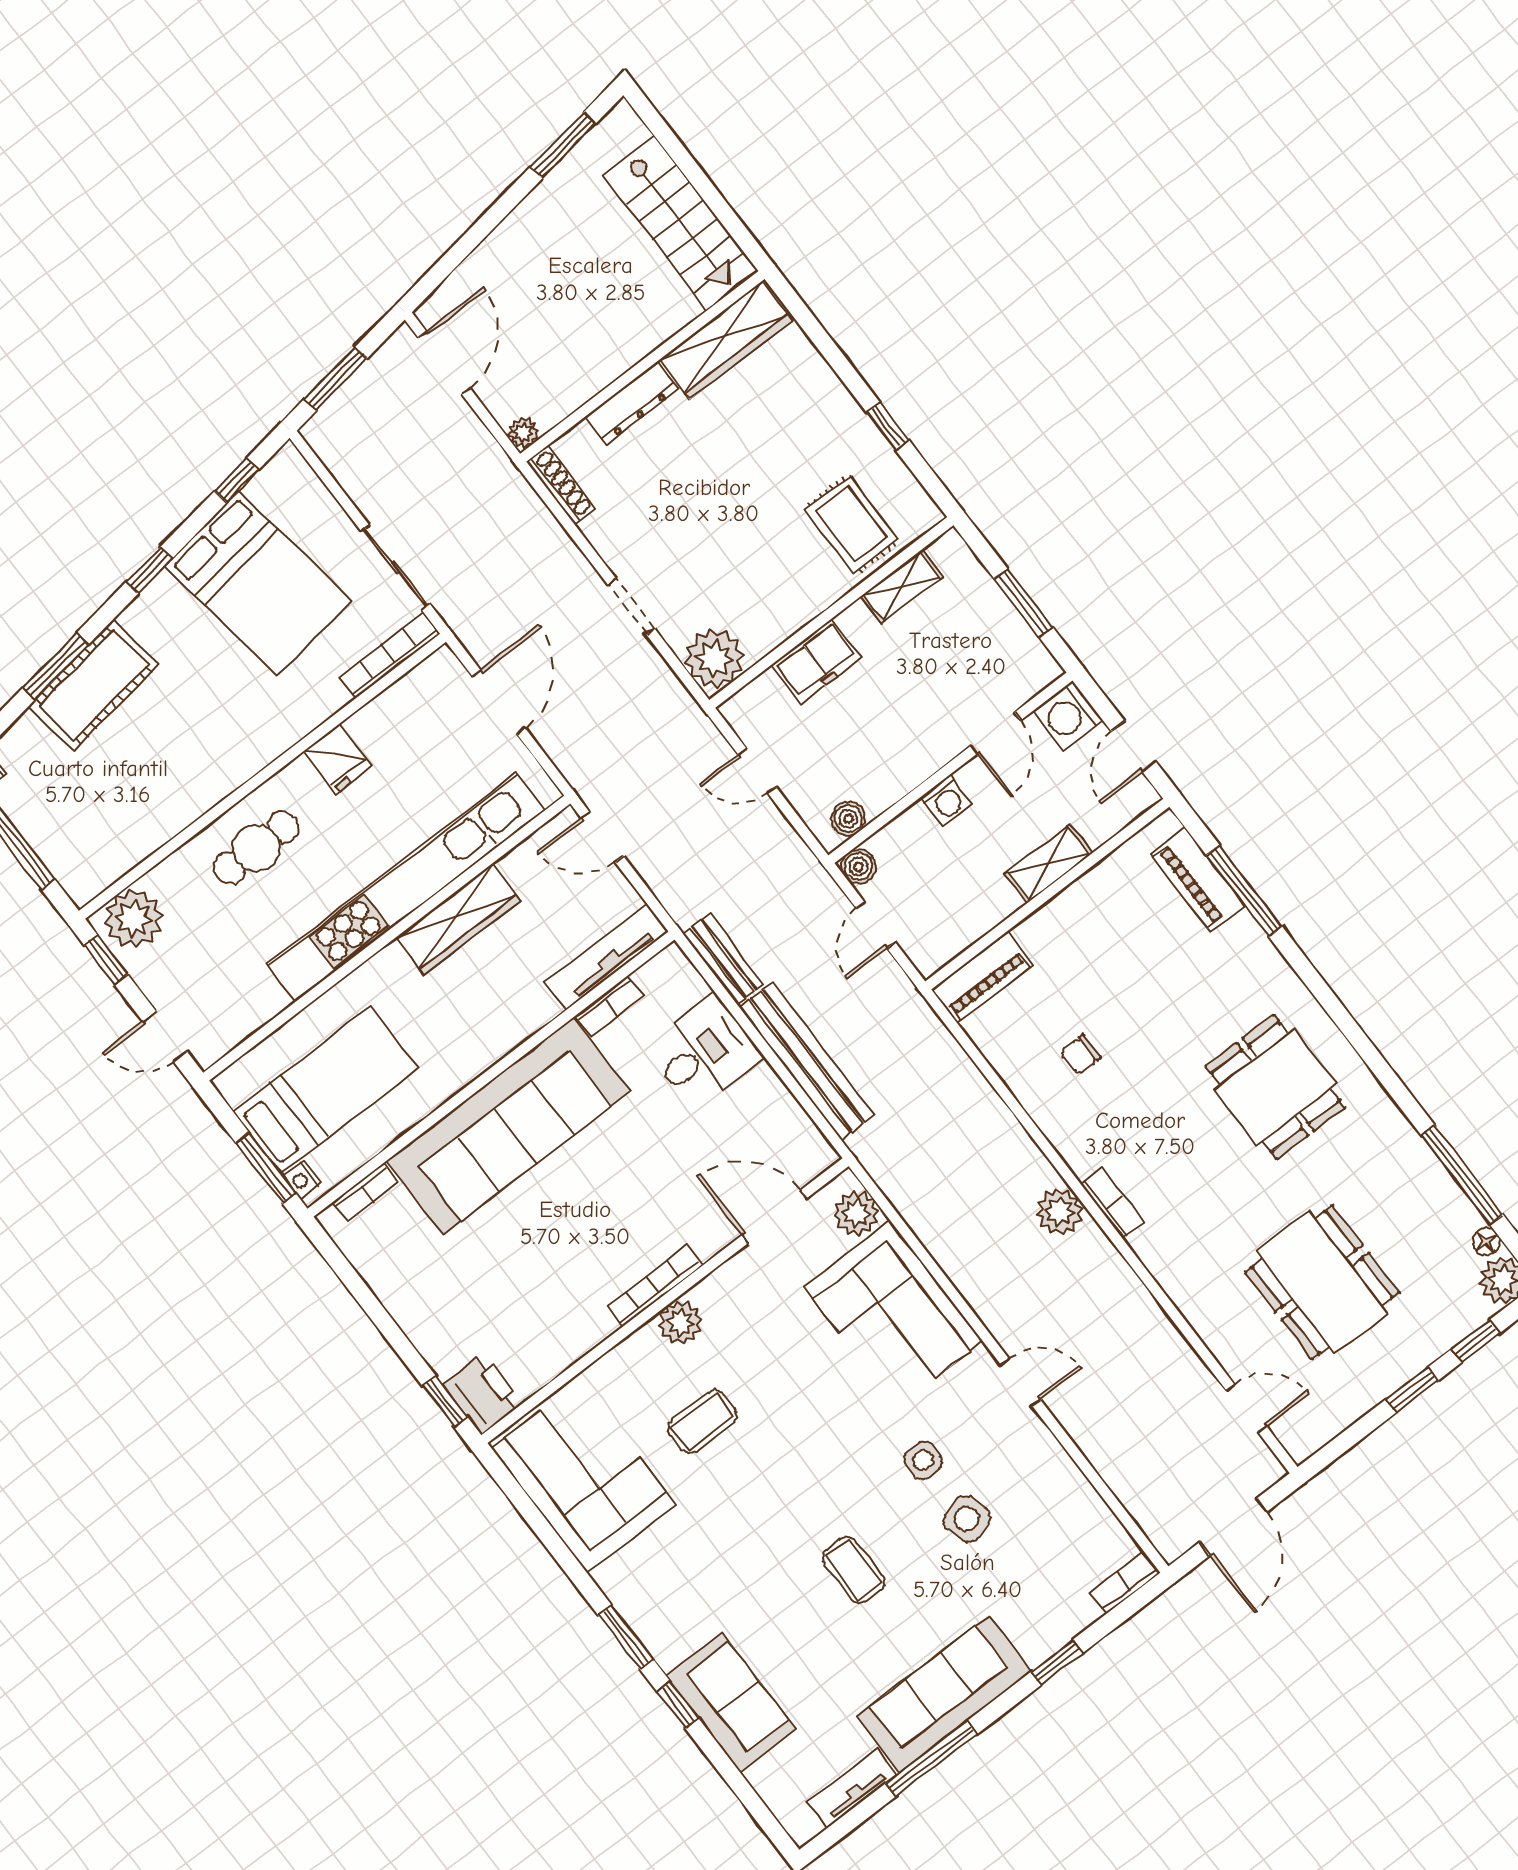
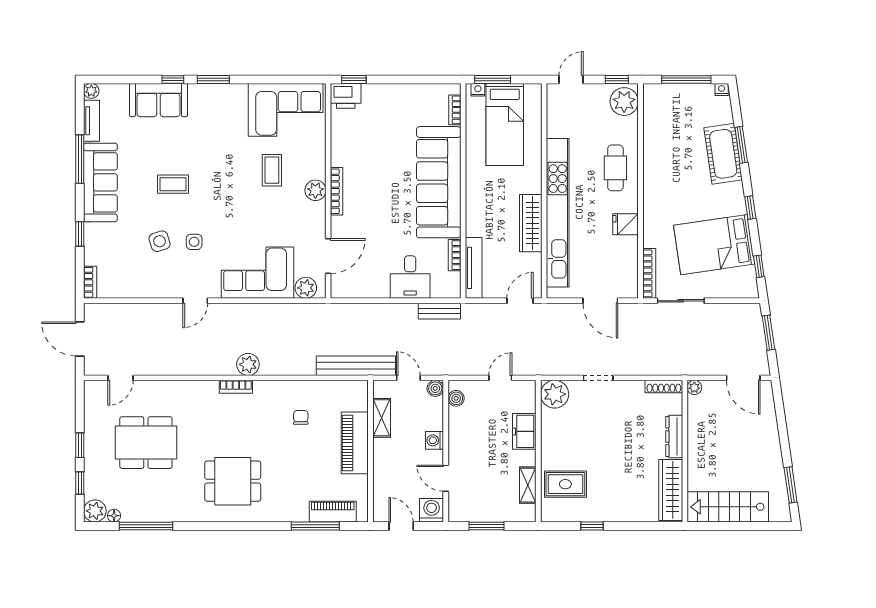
shelving: (1049, 864) -> (382, 418), moved
piano: (982, 977) -> (355, 443), moved, width x1.37, depth x1.33
bench: (807, 1061) -> (356, 366), moved
plant: (802, 1827) -> (91, 91), added

